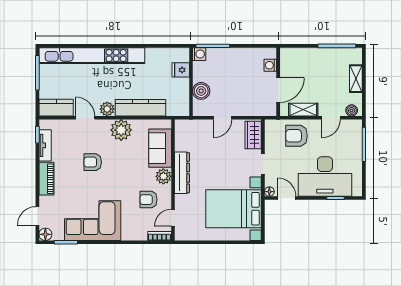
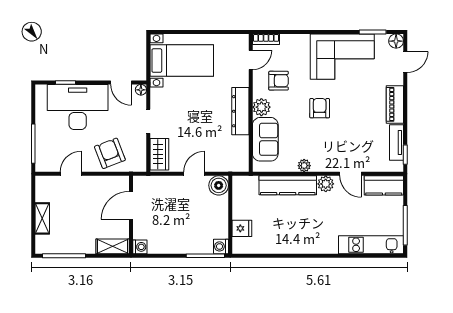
kitchen unit: (92, 56) -> (371, 245), width x0.54
washing machine: (270, 65) -> (140, 247), moved
boiler: (201, 91) -> (219, 185), moved
shelving: (303, 110) -> (113, 246), moved
boiler: (352, 110) -> (47, 182), removed
plant: (121, 130) -> (304, 166), width x0.53, depth x0.53
armchair: (297, 136) -> (110, 153), turned -111
armchair: (93, 162) -> (320, 108), moved, turned -90
bed with nightstands: (234, 209) -> (182, 61), width x0.73

